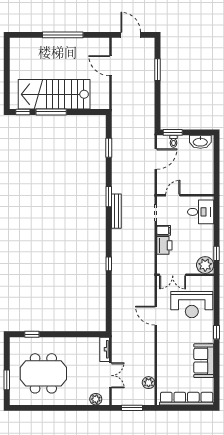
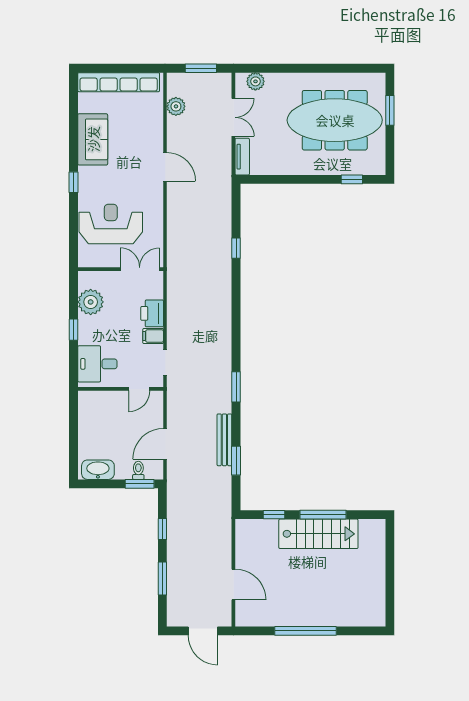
stairs: (54, 94) -> (318, 534), width x0.73, depth x0.66
window: (157, 102) -> (162, 529), added
window: (23, 112) -> (274, 515), moved
bench: (116, 211) -> (224, 440), moved
window: (216, 253) -> (74, 330), moved
window: (109, 264) -> (236, 248), moved
plant: (205, 265) -> (91, 302), moved
door: (156, 316) -> (165, 167), moved
meeting table: (43, 373) -> (335, 120), width x1.36
double door: (110, 375) -> (233, 117), swing flipped

